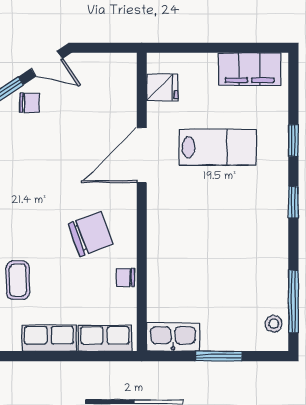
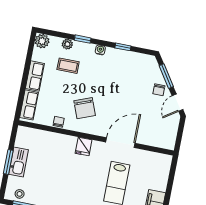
fridge: (162, 88) -> (84, 146), moved
door: (142, 155) -> (120, 143), hinge flipped
kitchen sink: (173, 337) -> (18, 162), moved

